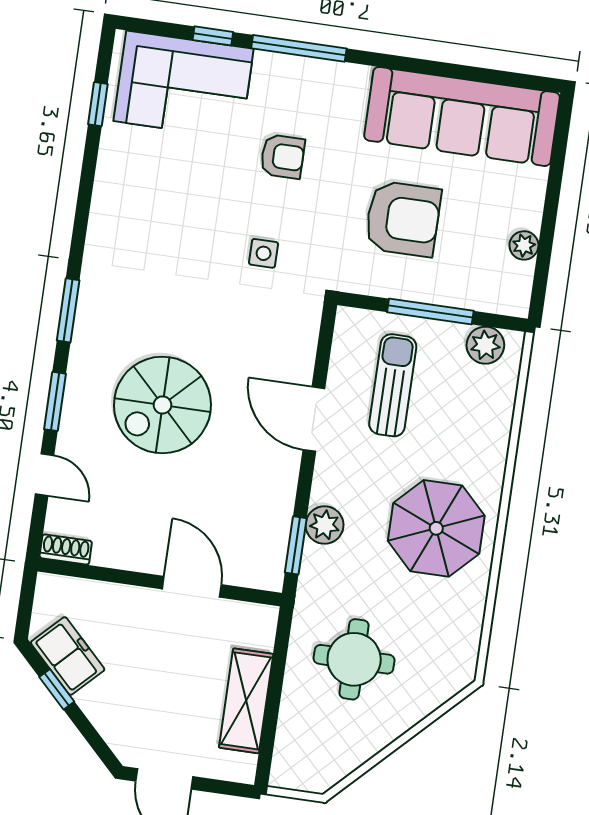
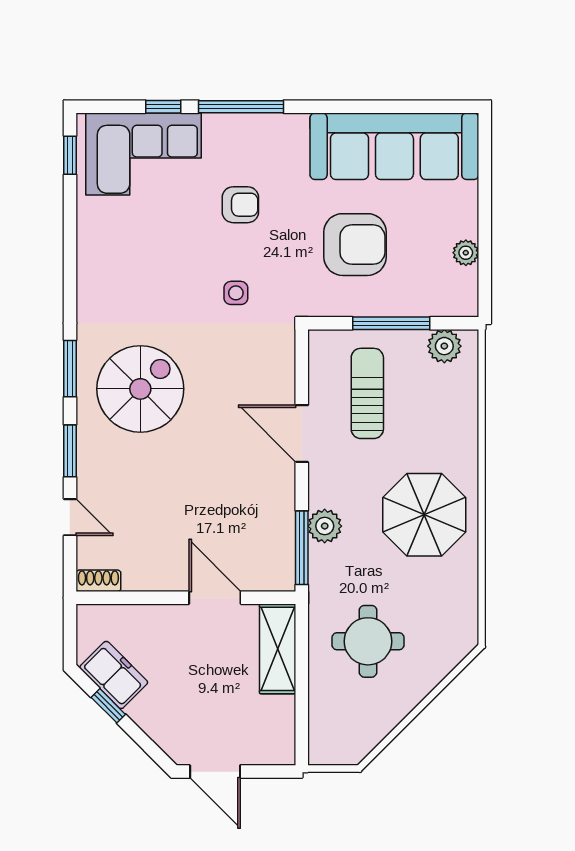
window: (98, 104) -> (70, 155), moved
spiral stairs: (162, 405) -> (140, 389), moved, turned 180
window: (296, 545) -> (302, 548), width x1.44
shelving: (246, 701) -> (278, 649), moved

